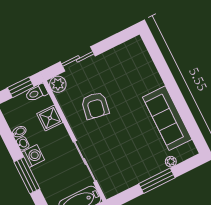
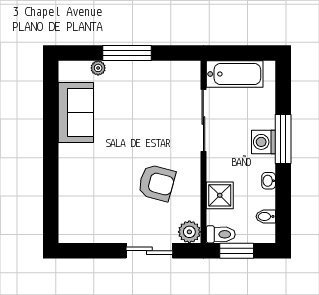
armchair: (95, 106) -> (157, 183), turned 95
sofa: (167, 118) -> (76, 112), width x0.73
bidet: (19, 132) -> (266, 216), moved
washing machine: (33, 156) -> (264, 142), moved

